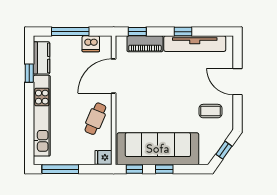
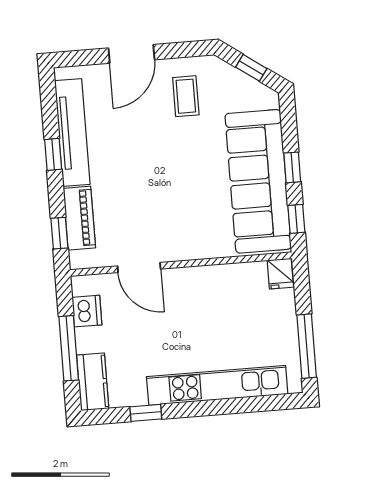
kitchen counter: (42, 58) -> (93, 382), moved, turned 90
door: (114, 76) -> (139, 267), width x0.73
cafe table: (95, 119) -> (215, 293), removed

